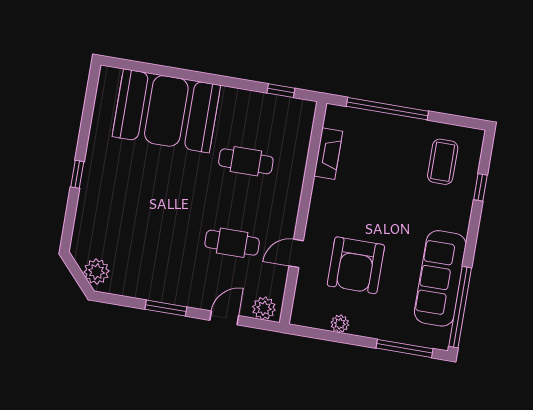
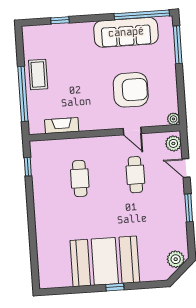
booth: (166, 111) -> (105, 261), moved, turned 90
coffee table: (443, 162) -> (38, 75), moved, turned 90
plant: (340, 324) -> (173, 119), moved

